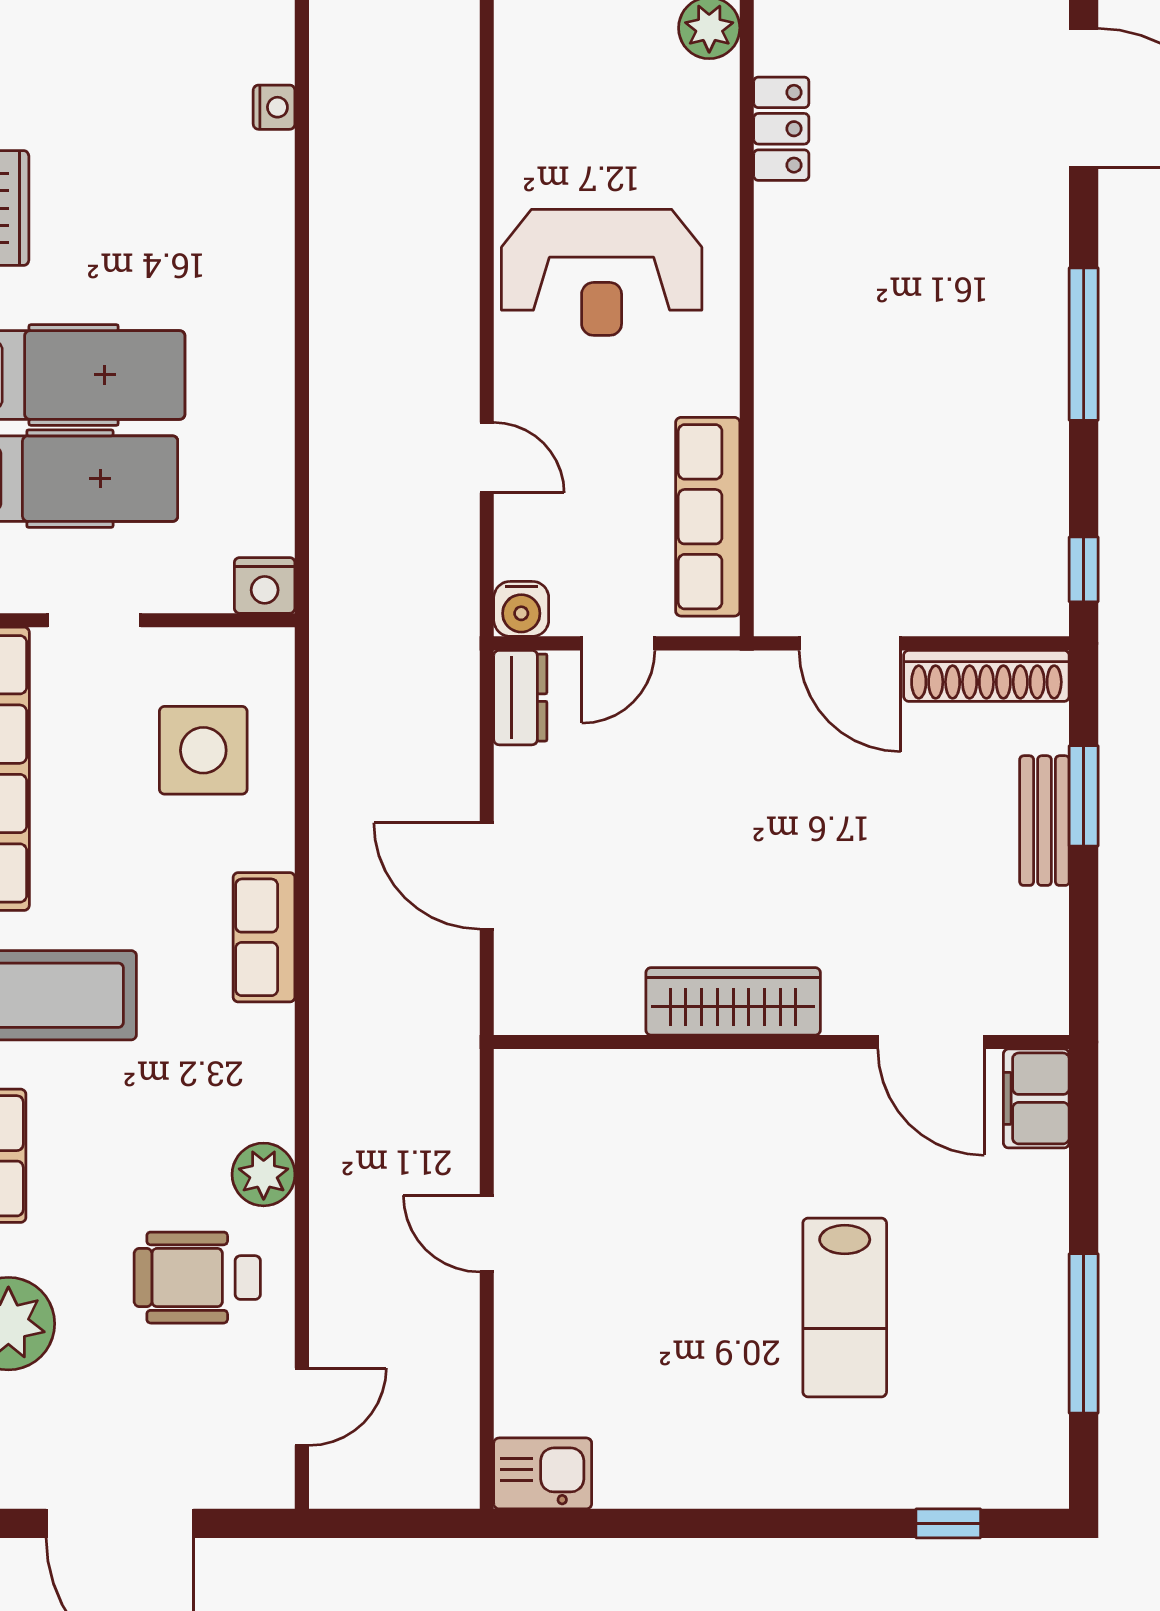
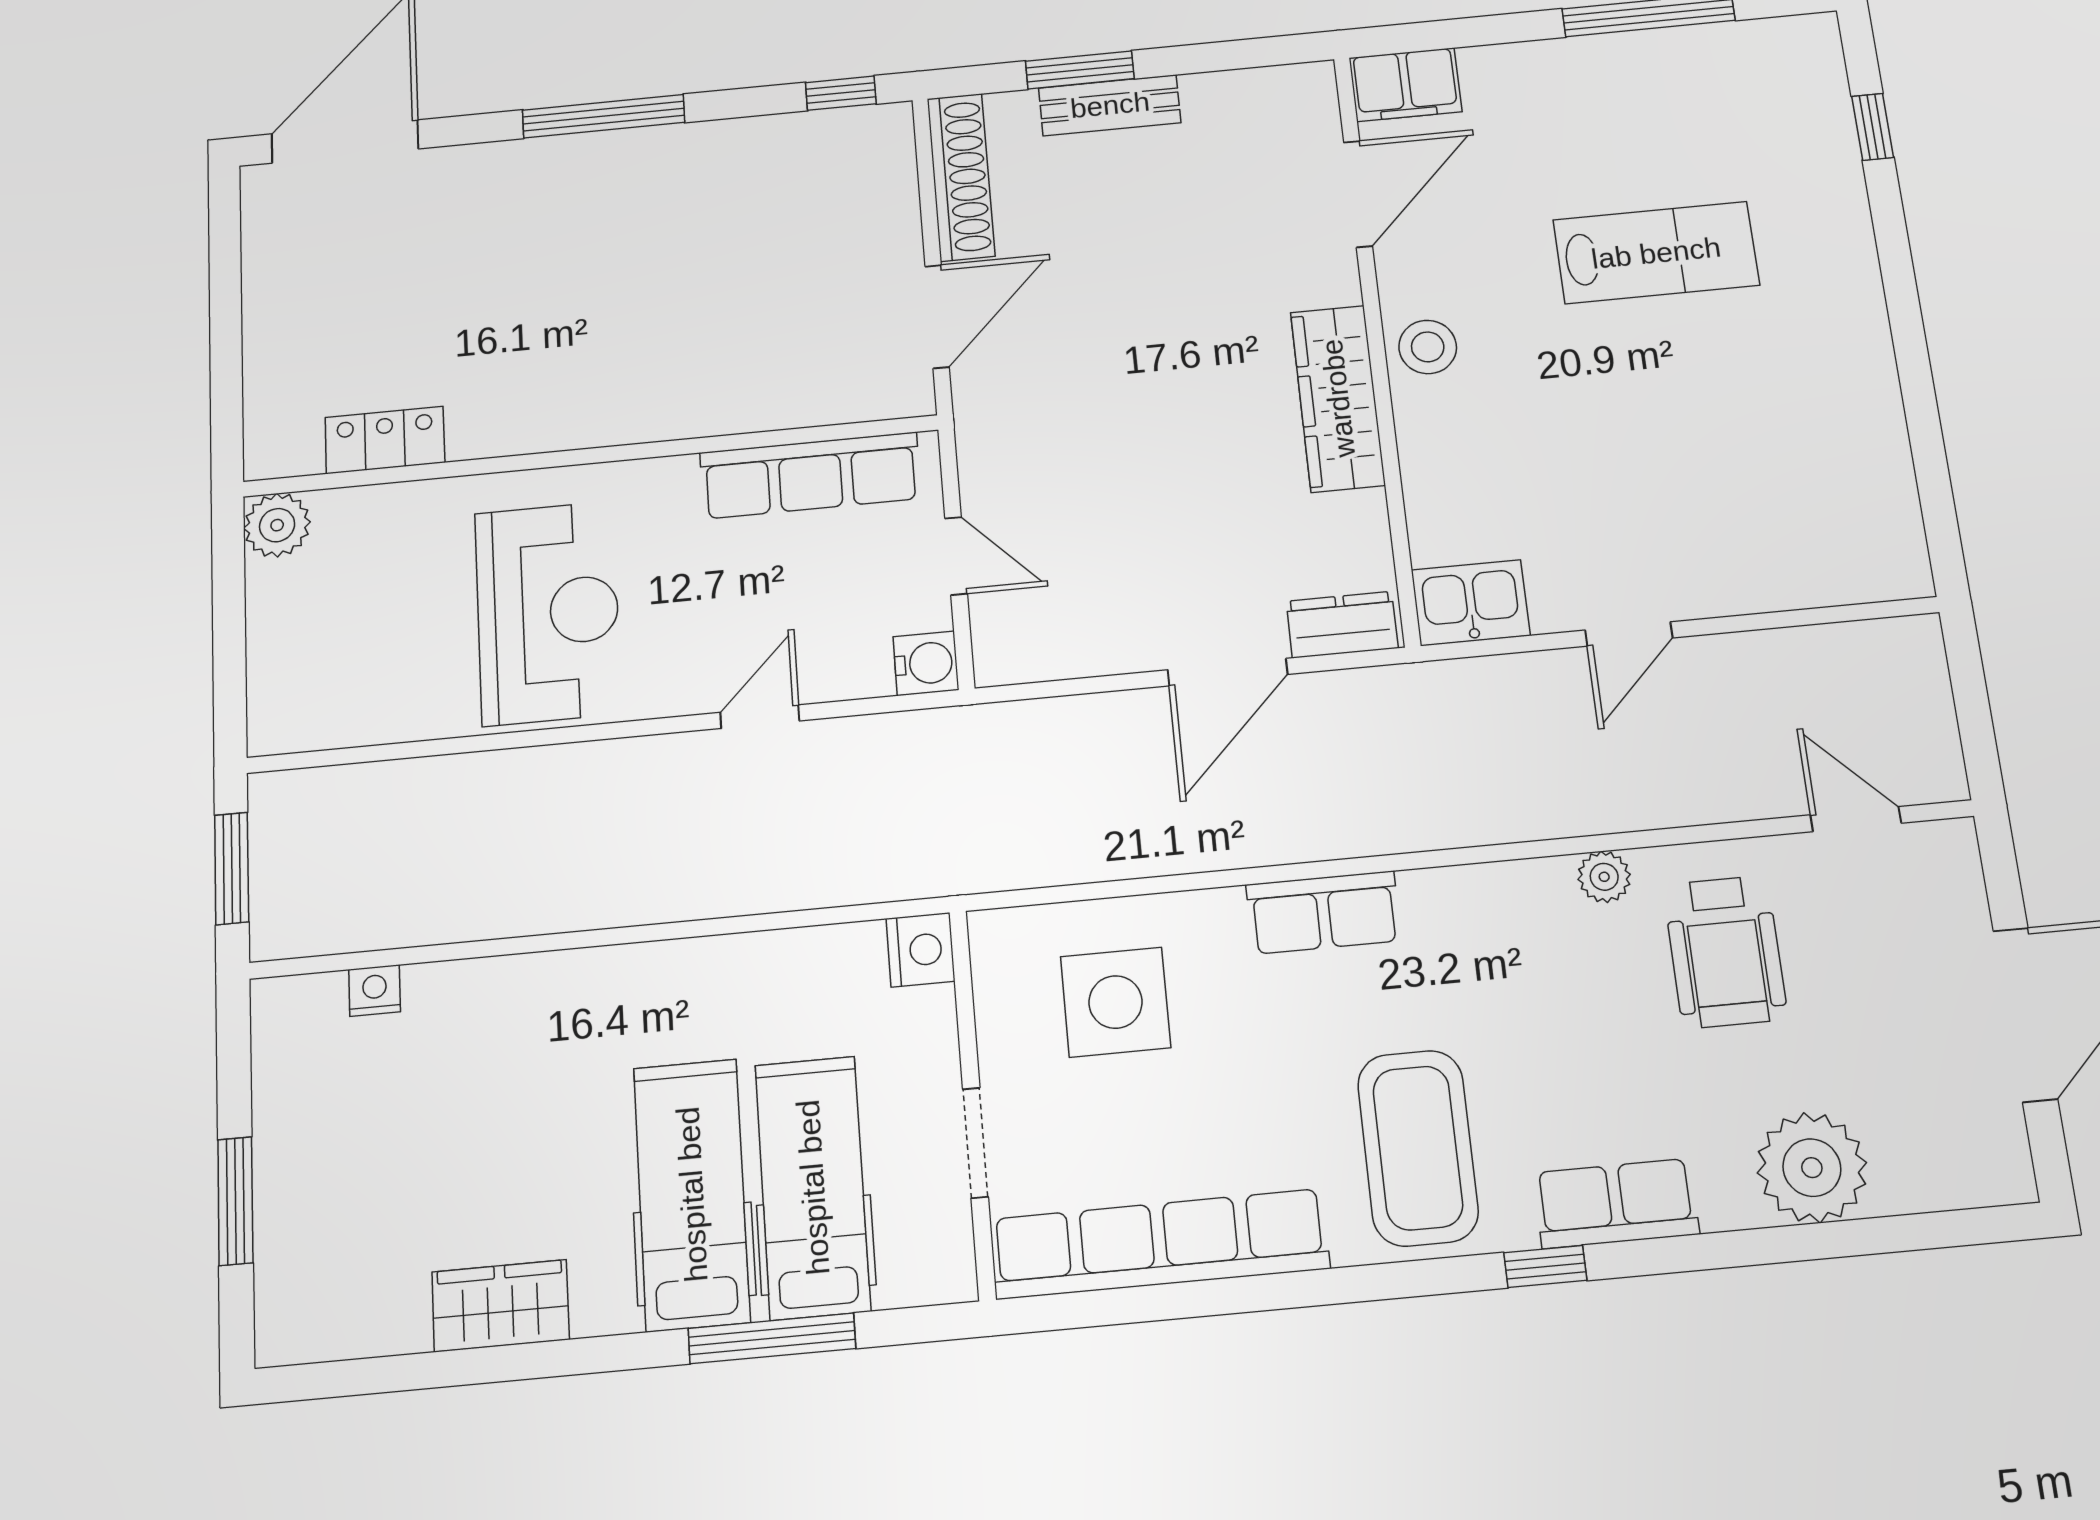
dresser: (520, 698) -> (1342, 625), moved
stool: (774, 1088) -> (1428, 347), added
plant: (264, 1174) -> (1604, 877), width x0.73, depth x0.73
kitchen sink: (543, 1473) -> (1471, 603), moved, turned 90

